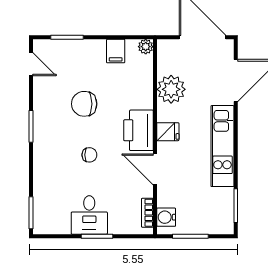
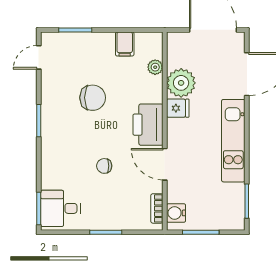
plant: (146, 47) -> (155, 67), moved
door: (31, 64) -> (39, 57), swing flipped
chair: (84, 104) -> (93, 98), turned 180
fridge: (168, 132) -> (178, 108), moved
chair: (89, 155) -> (104, 166), moved, turned 180
desk: (89, 215) -> (60, 208), moved, turned 90

